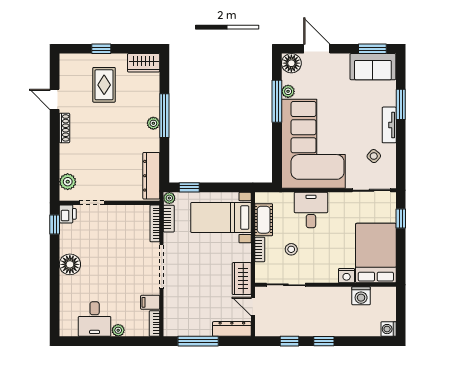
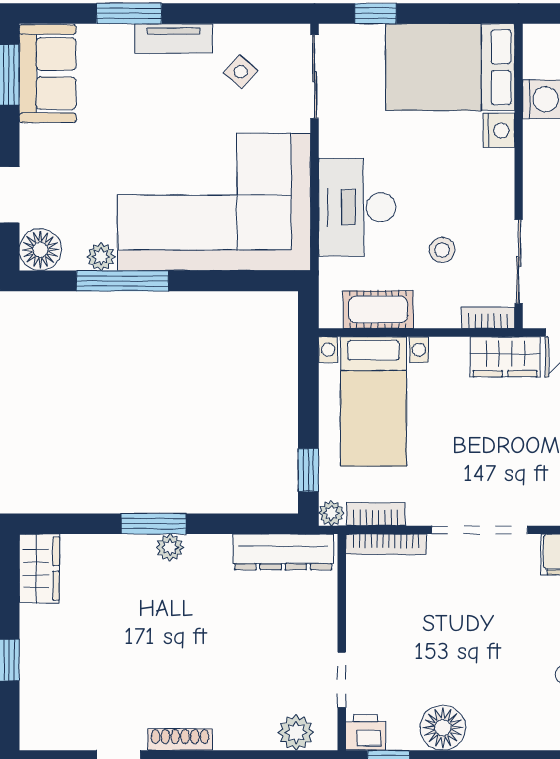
rug: (104, 85) -> (87, 654), removed
window: (164, 116) -> (154, 524), width x0.69
desk: (311, 210) -> (357, 207), width x1.37
bookcase: (260, 249) -> (488, 318), moved
floor lamp: (70, 264) -> (443, 728), moved

